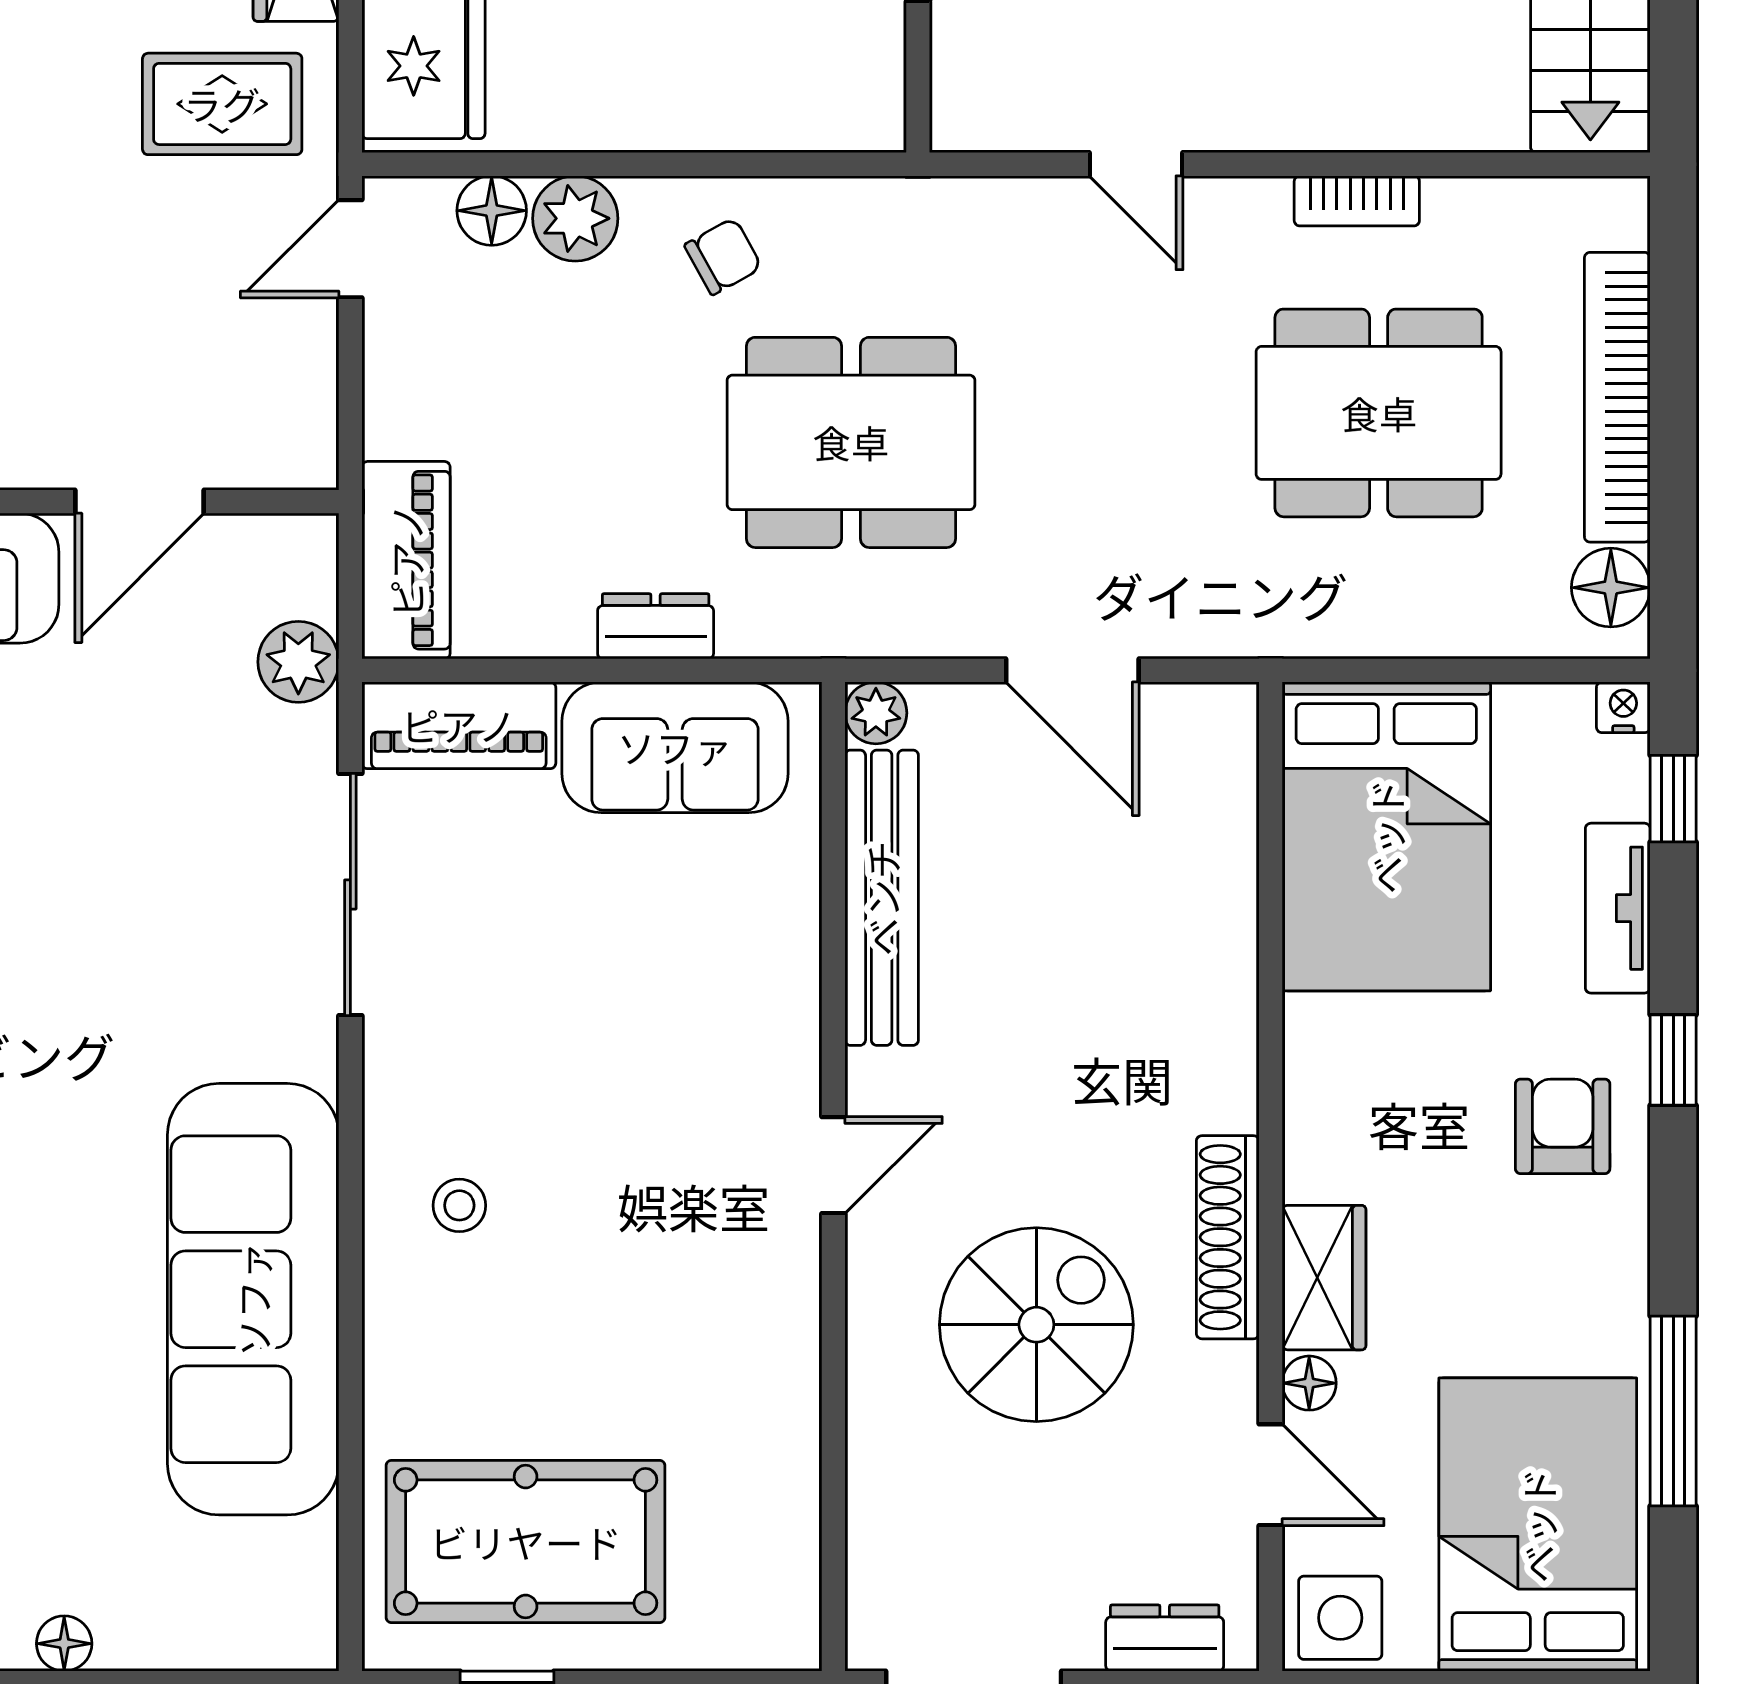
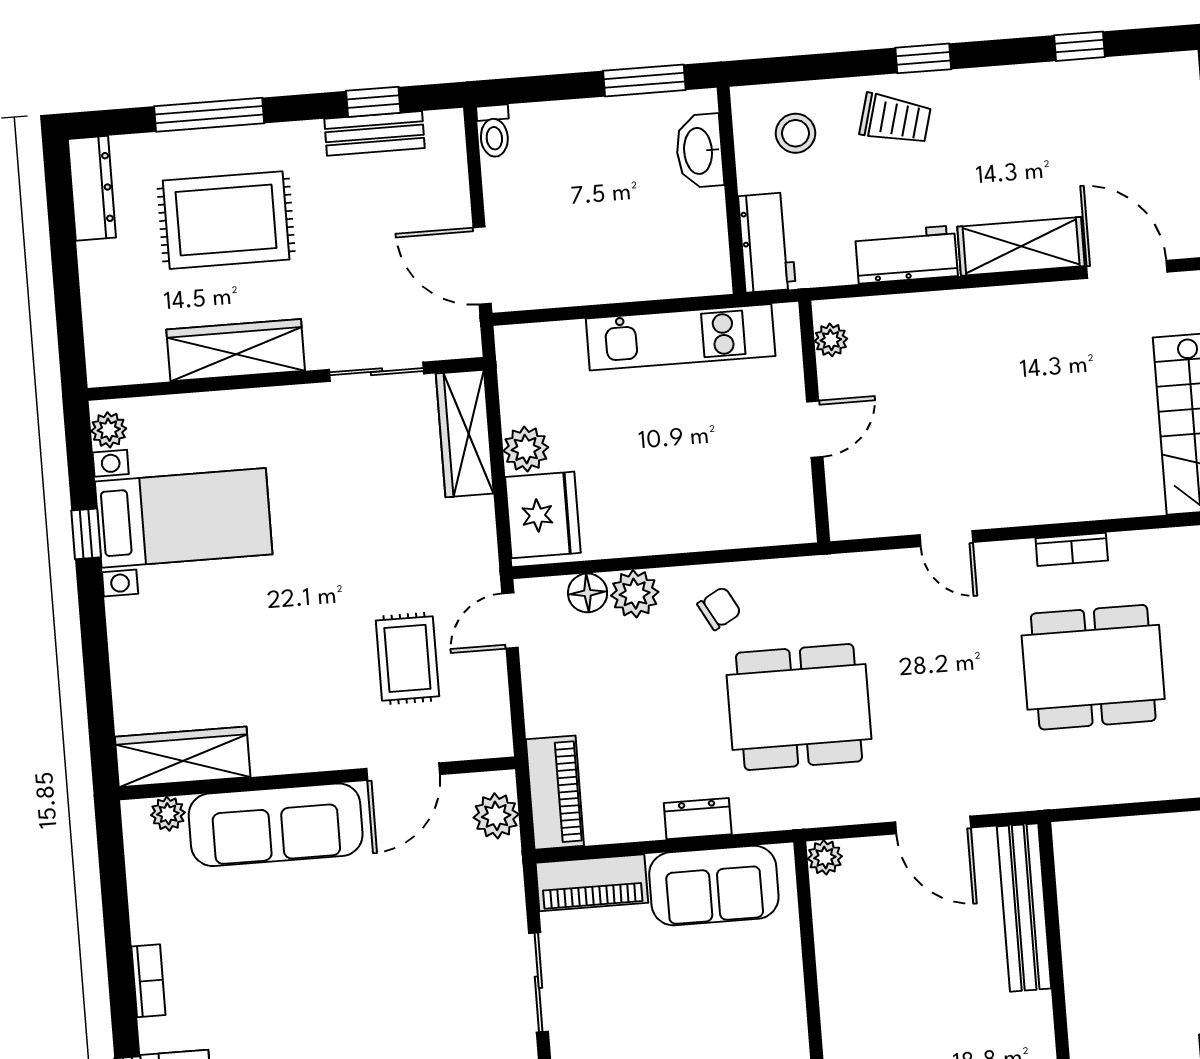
rug: (222, 104) -> (407, 658), moved, turned 90
plant: (298, 662) -> (496, 816), moved
bed: (1386, 836) -> (1116, 904), removed
sliding door: (350, 894) -> (538, 982), width x0.73
bench: (882, 898) -> (1024, 907), moved

